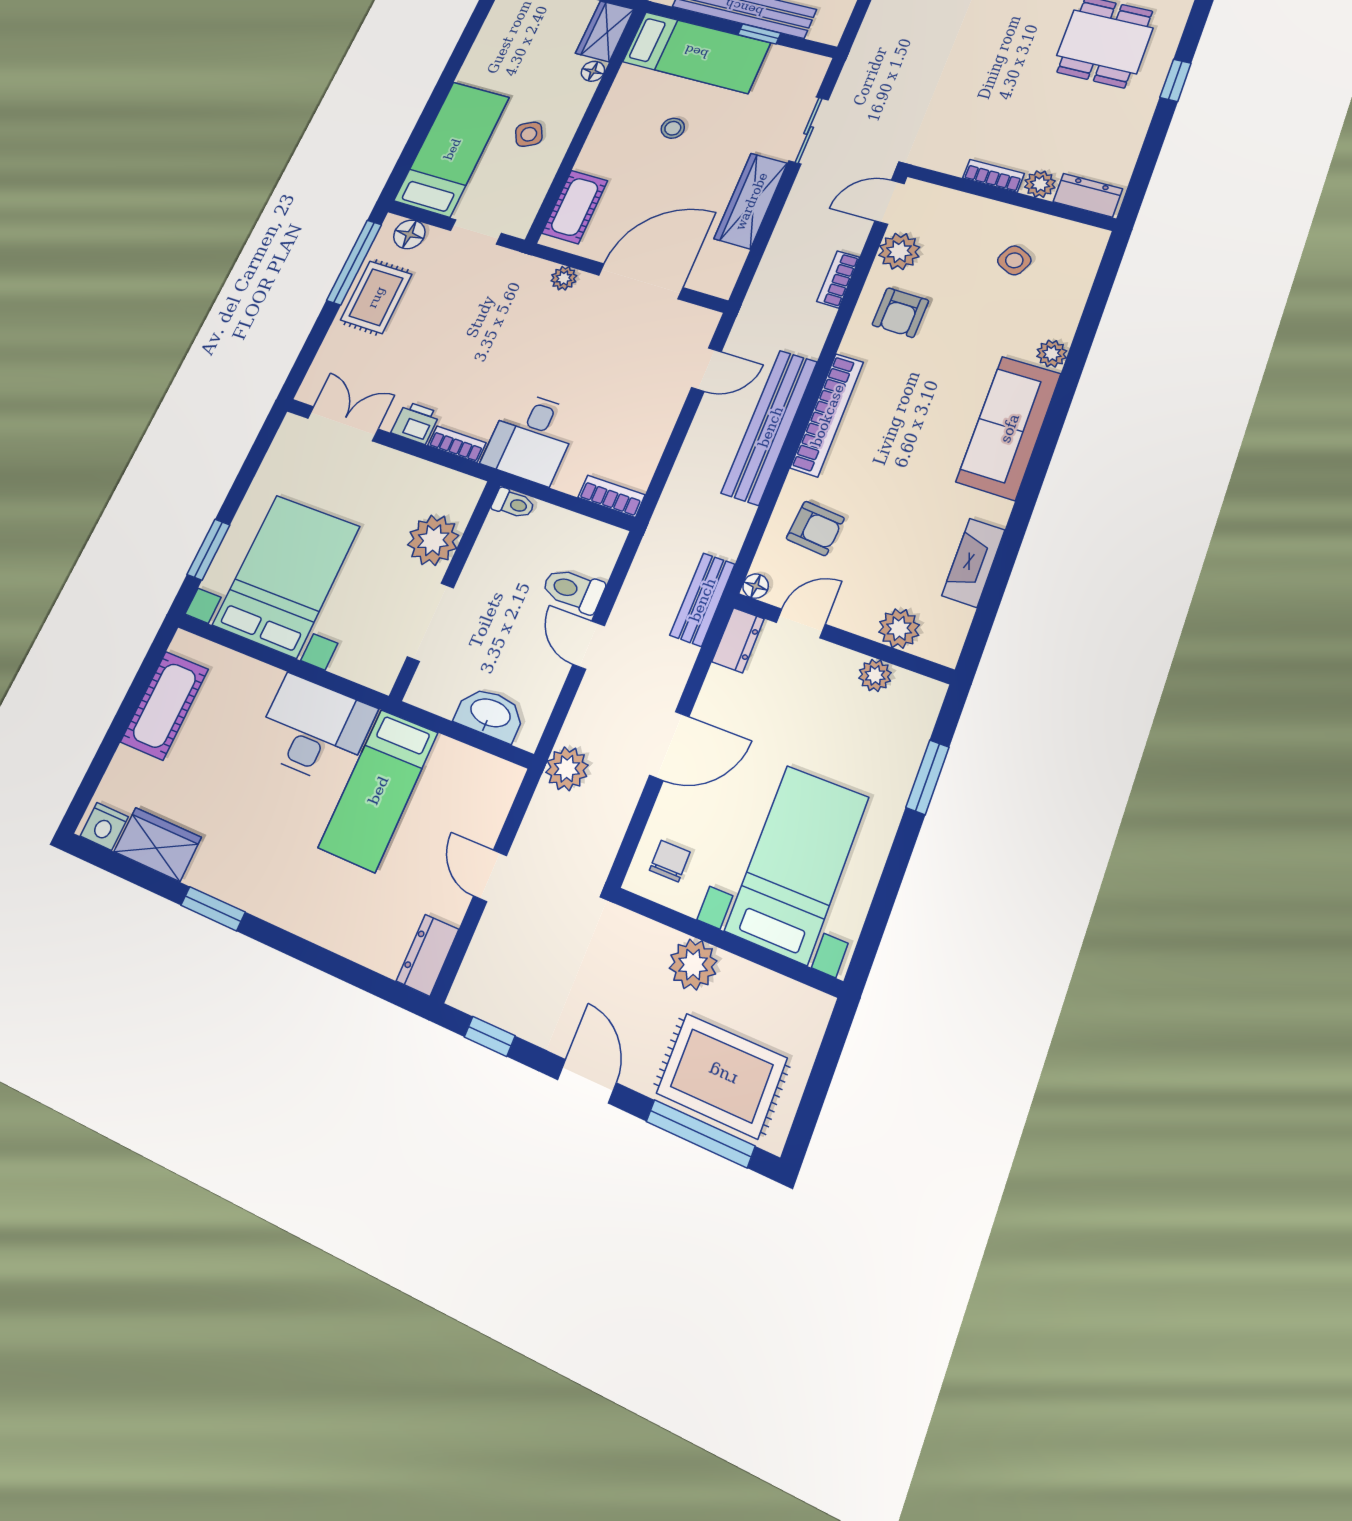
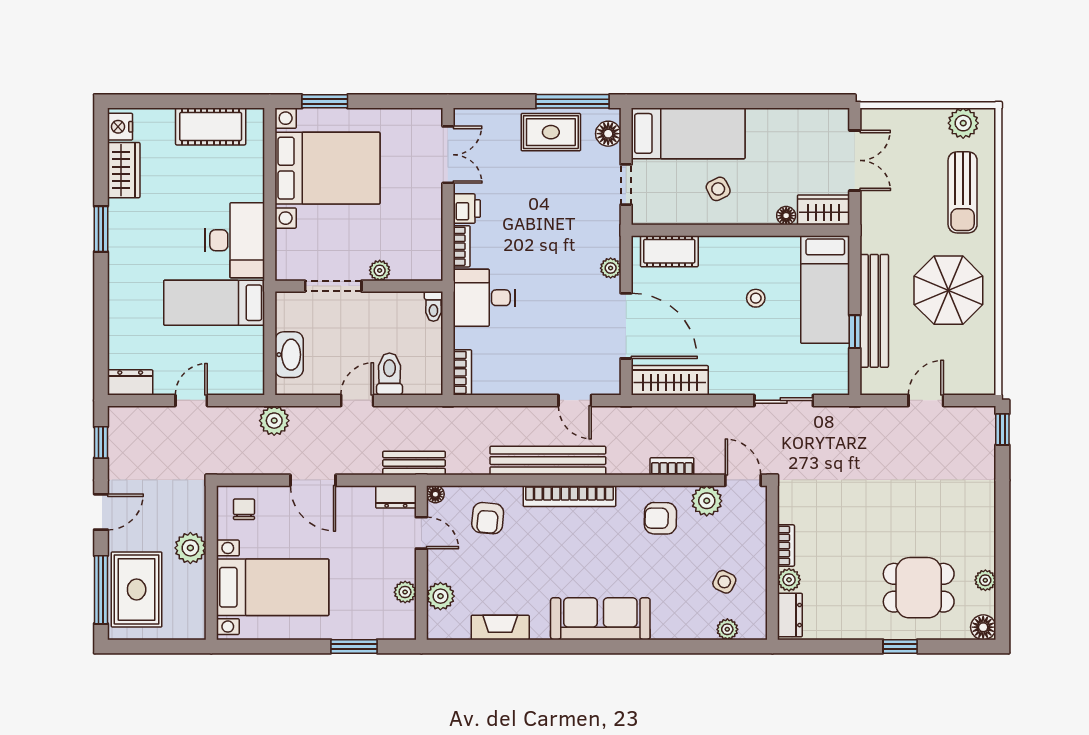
wardrobe: (751, 201) -> (670, 380), moved
plant: (1052, 354) -> (727, 629), moved
plant: (433, 540) -> (380, 270), width x0.53, depth x0.53
chair: (670, 861) -> (244, 509), turned -90

